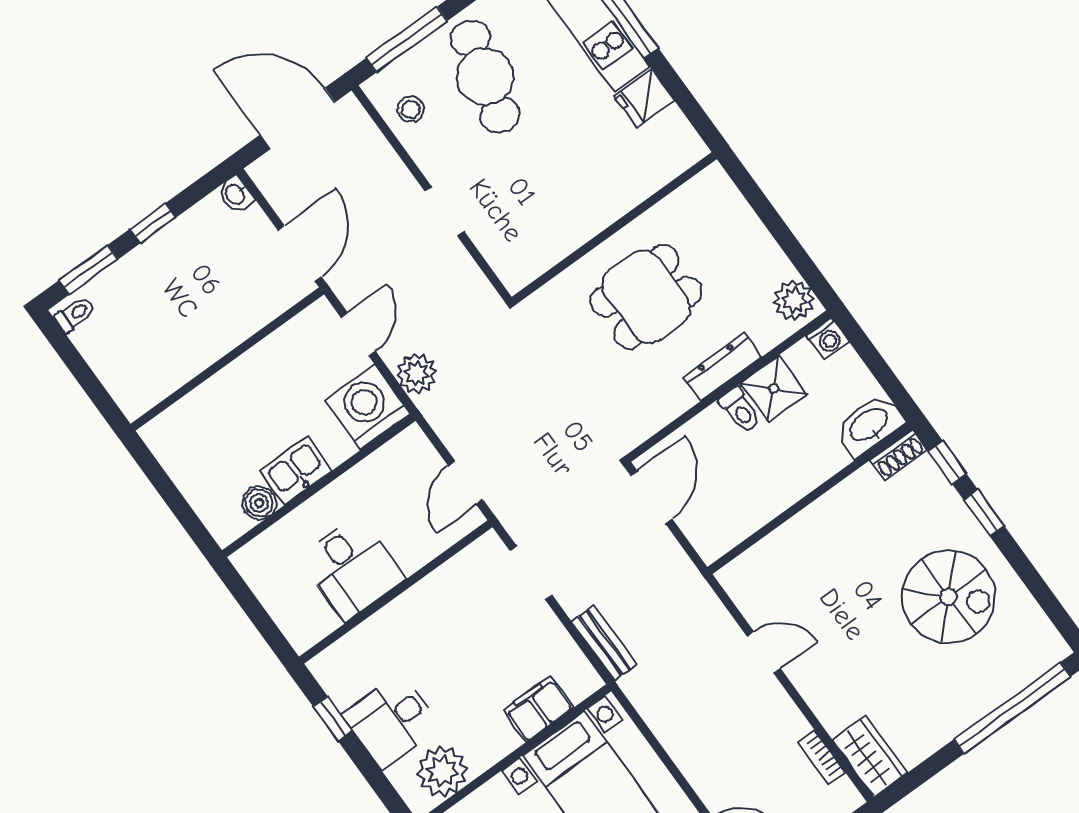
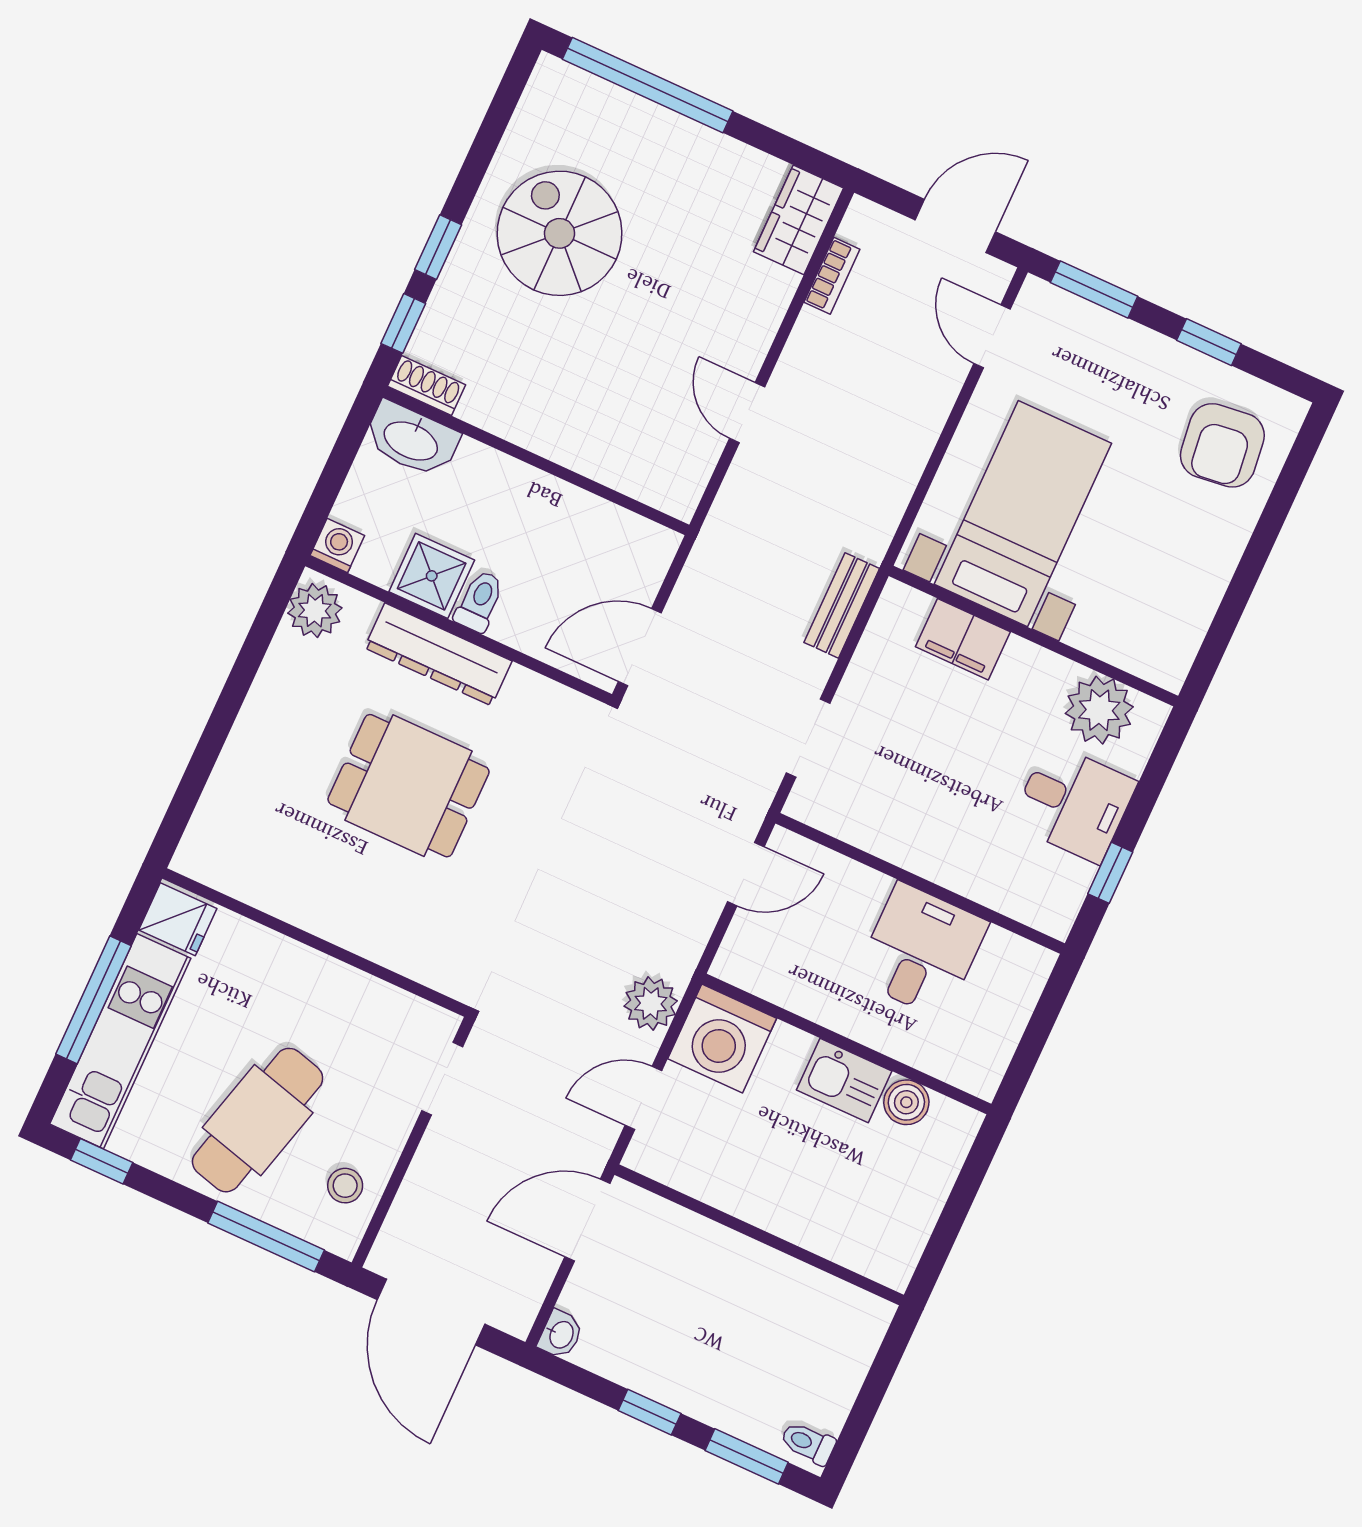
wall: (614, 228) -> (316, 943), moved
dresser: (723, 367) -> (438, 654), width x1.37, depth x1.24

